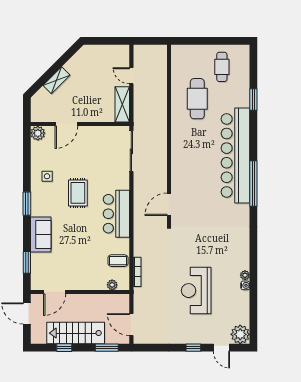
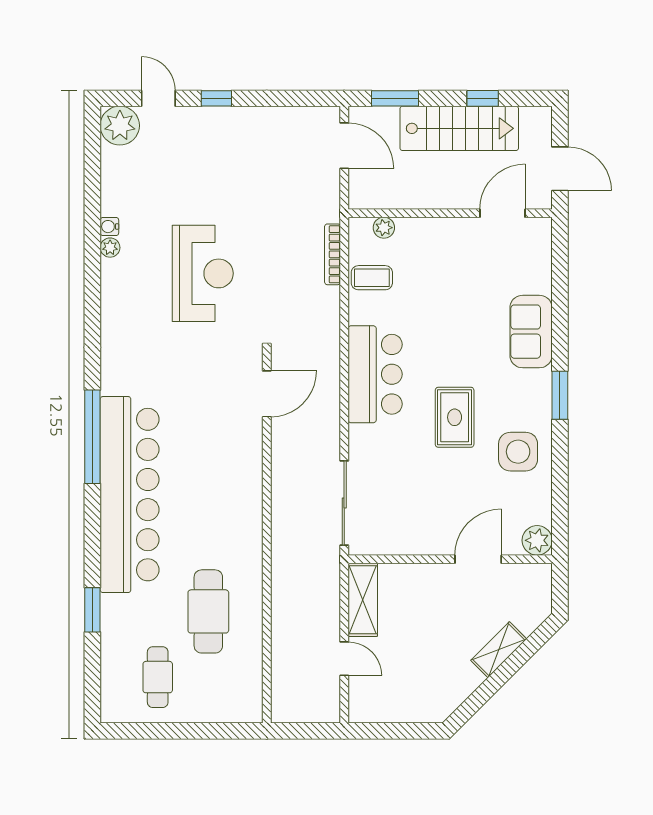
side table: (47, 176) -> (518, 452), width x1.87, depth x1.87
window: (27, 262) -> (560, 274), removed
reception desk: (196, 291) -> (203, 273), moved

